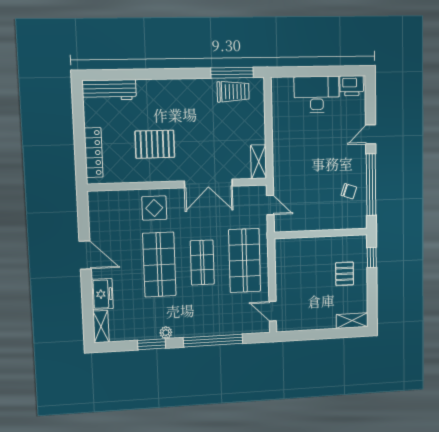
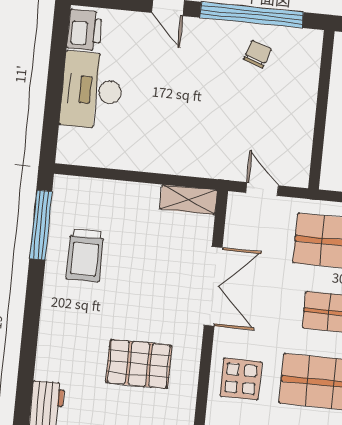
trolley: (233, 92) -> (85, 255), moved, turned 180
pallet: (155, 144) -> (139, 364), turned 90
door: (270, 205) -> (262, 189), hinge flipped

